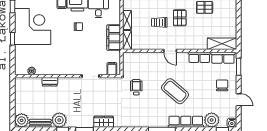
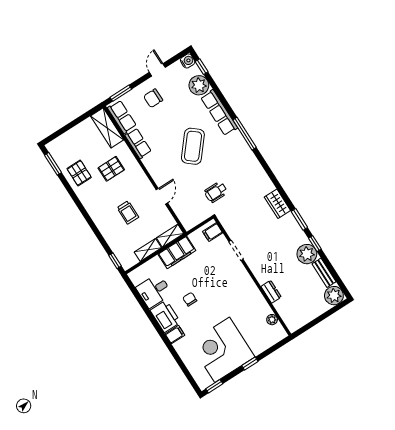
pallet: (180, 18) -> (111, 169), moved
door: (170, 51) -> (162, 196), moved

